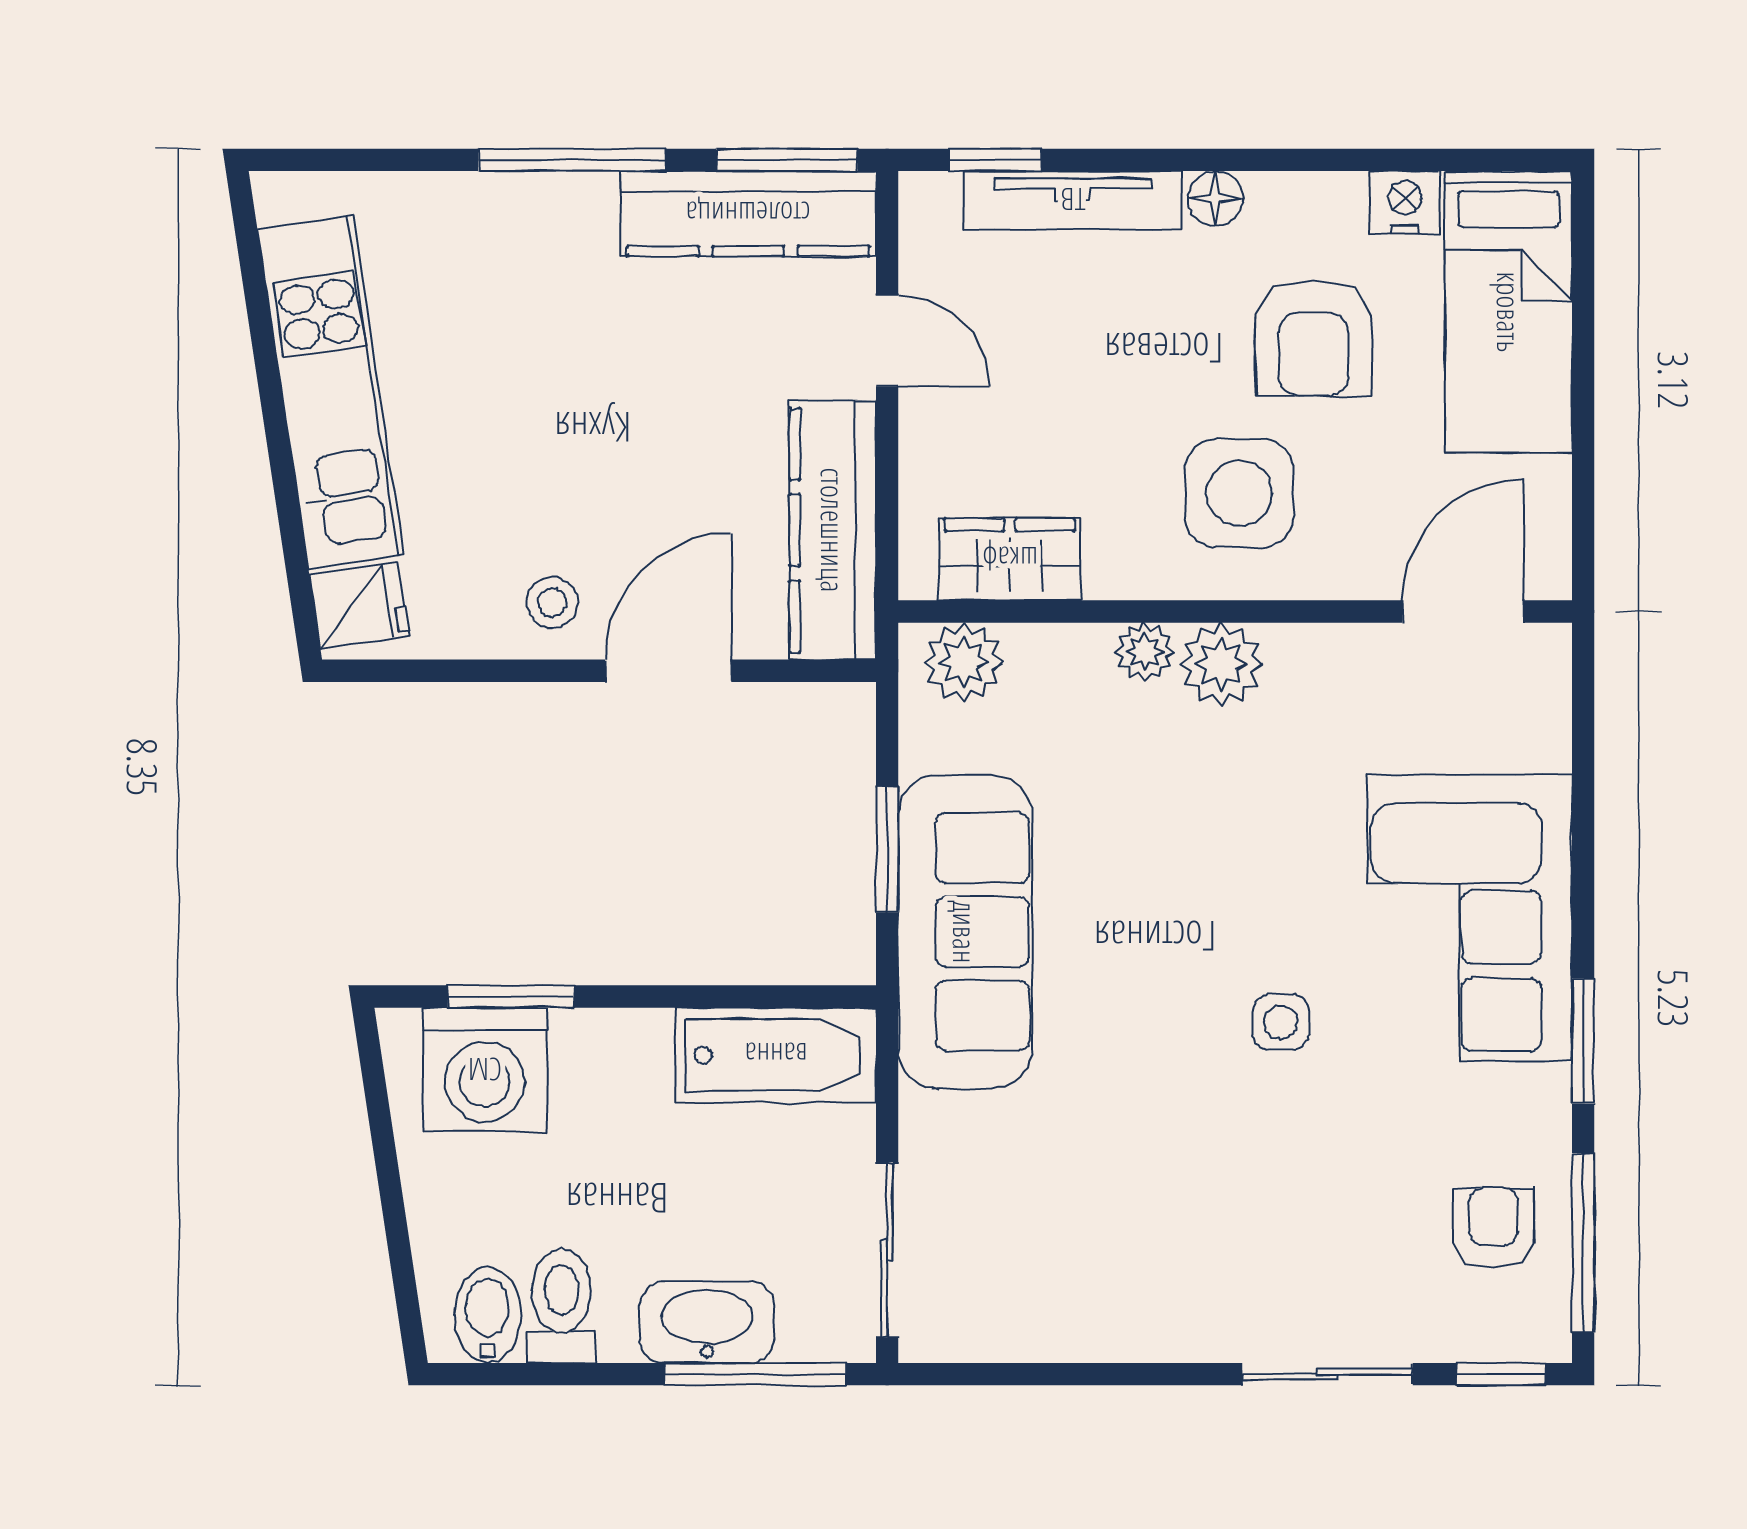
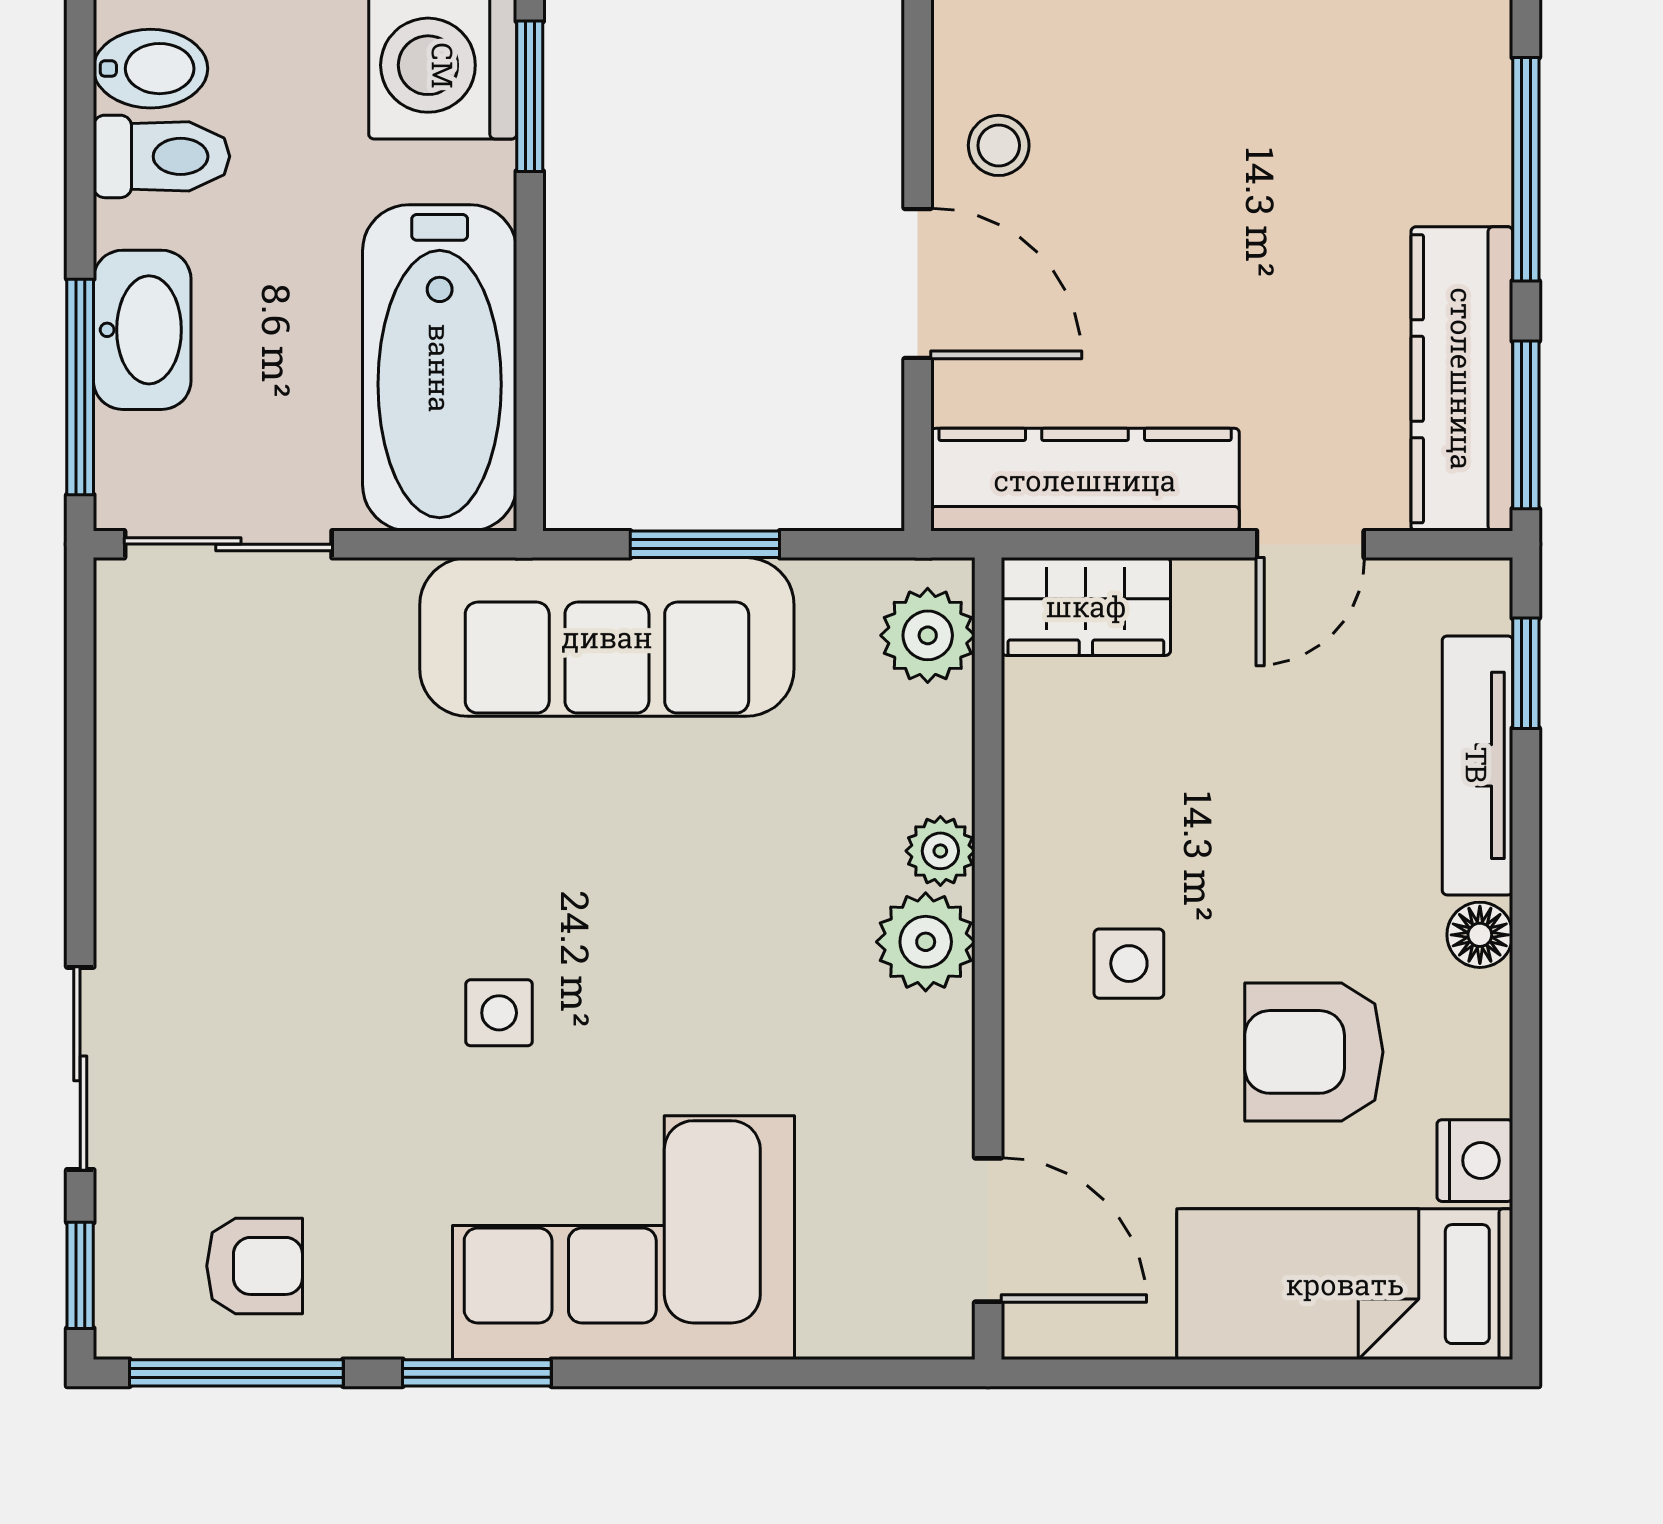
side table: (1239, 493) -> (1129, 964), width x0.54, depth x0.54
wardrobe: (1010, 559) -> (1086, 606), moved, turned 90
bathtub: (776, 1055) -> (440, 368), width x1.36, depth x1.36

